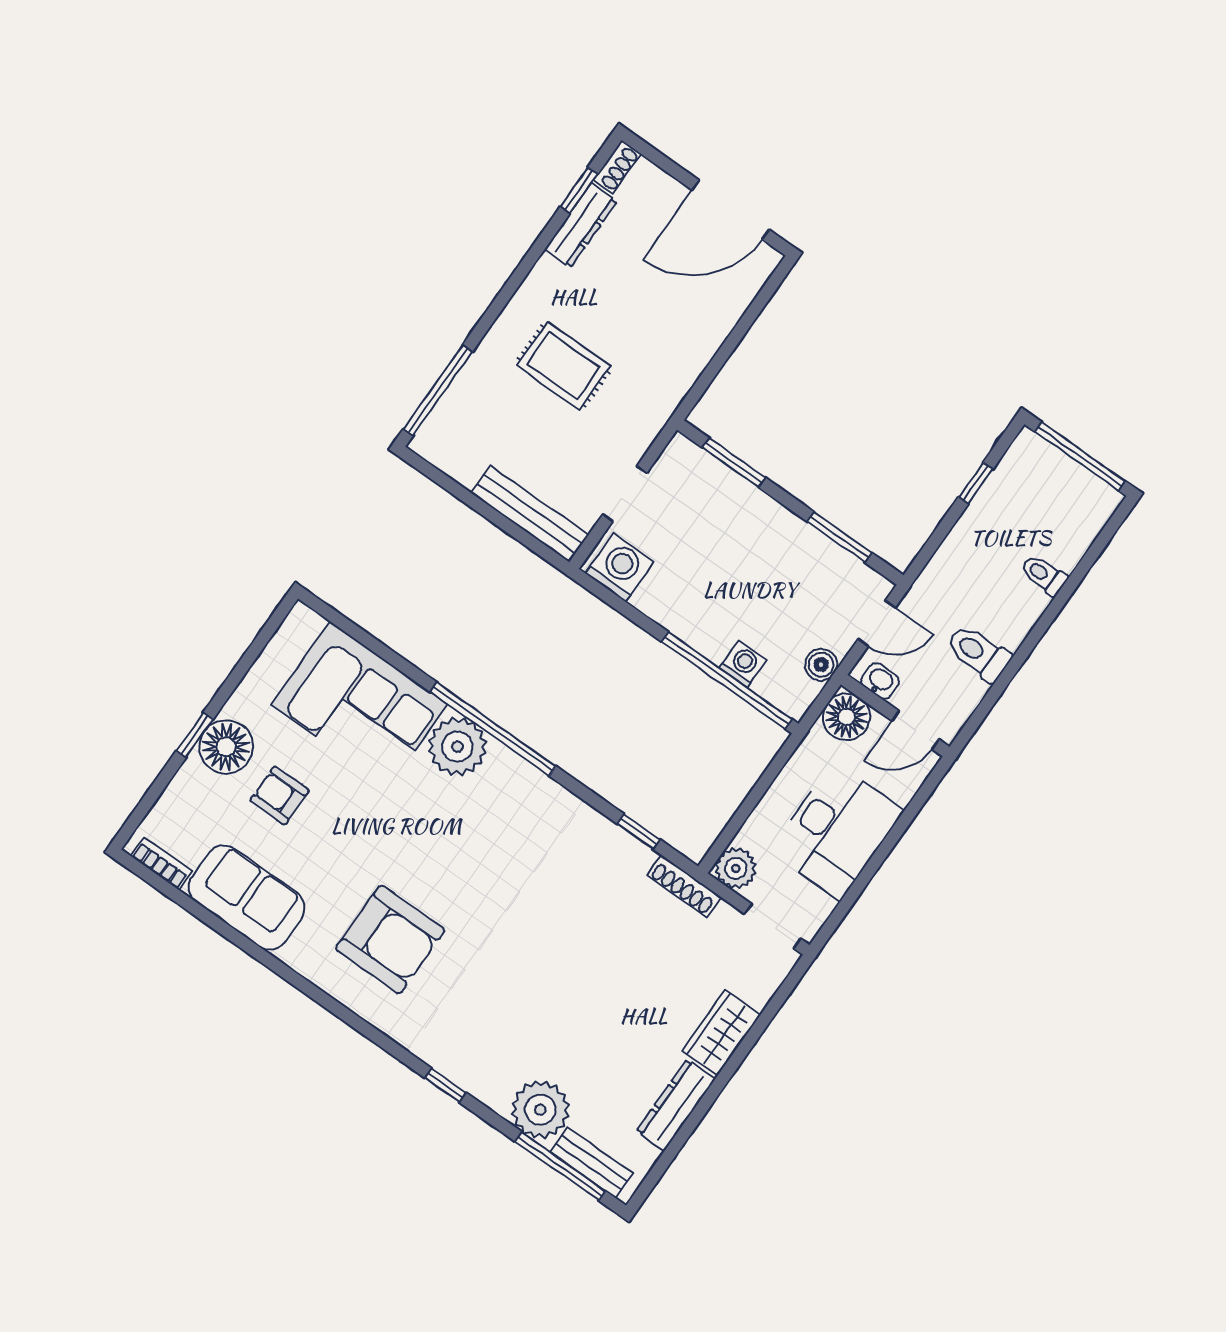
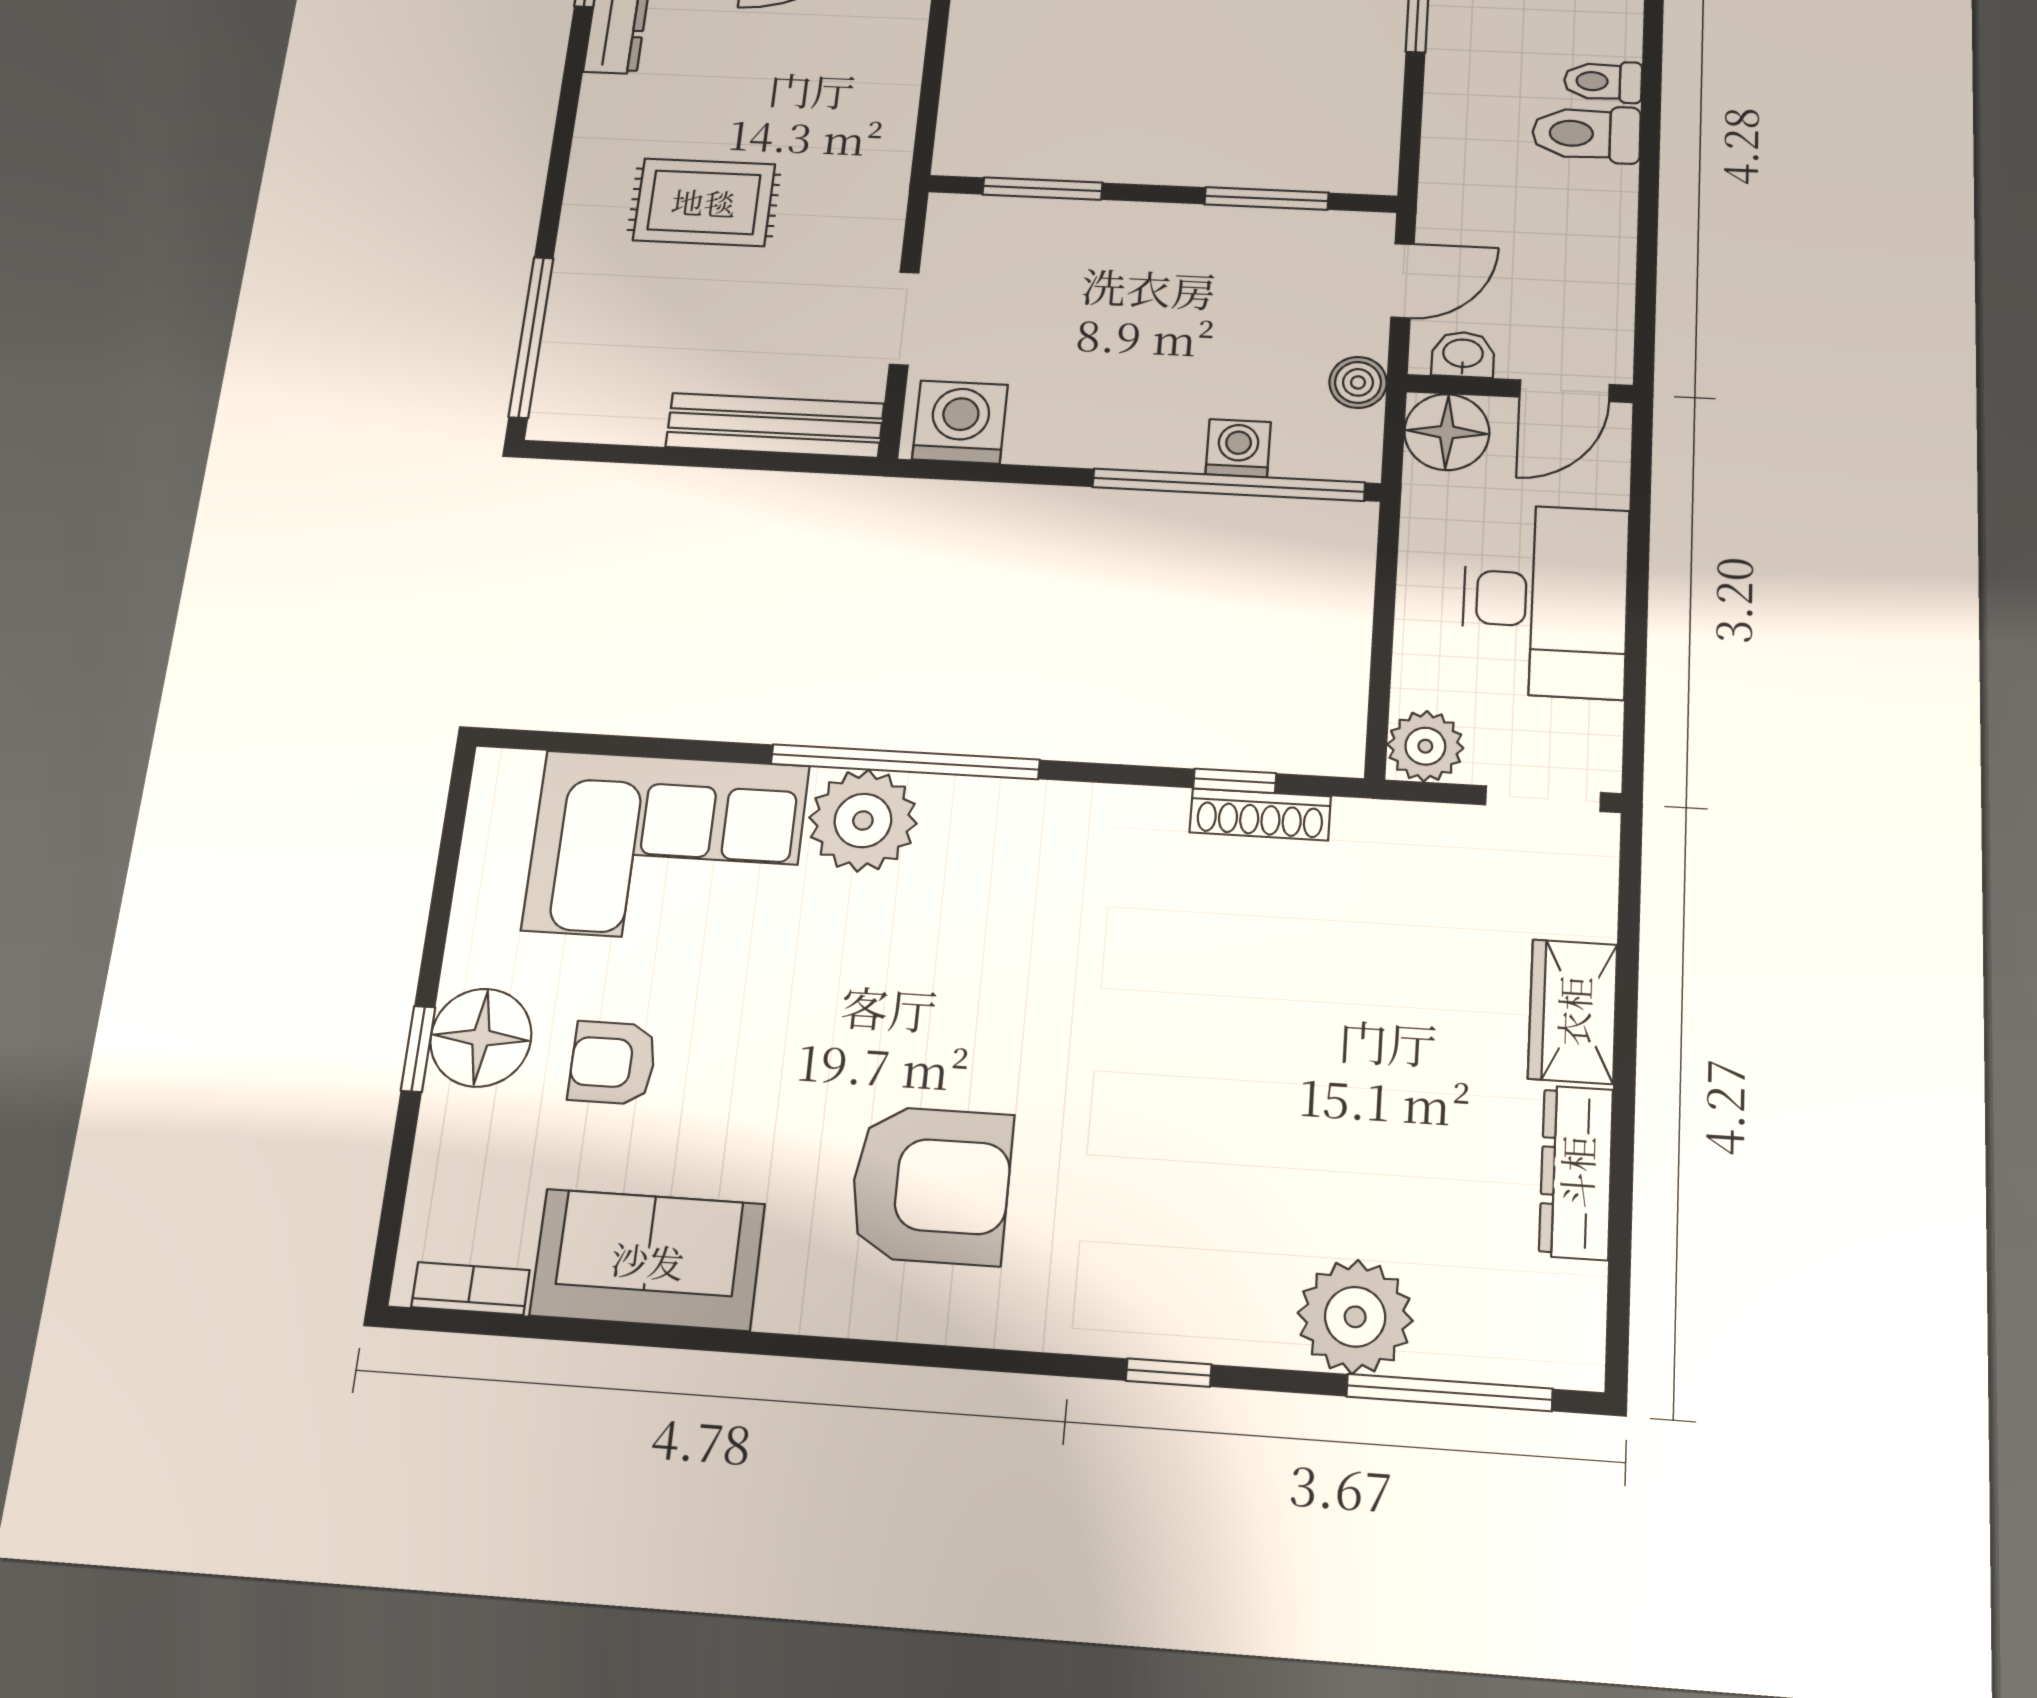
toilet: (978, 653) -> (1586, 134), moved
shoe rack: (684, 886) -> (1260, 814), moved
bench: (591, 1162) -> (1498, 1354), removed

